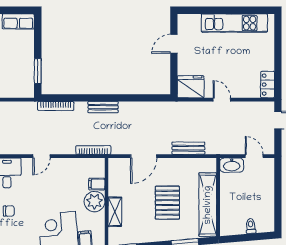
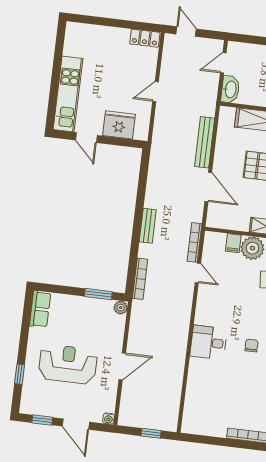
kitchen unit: (234, 23) -> (68, 94), moved
fridge: (191, 87) -> (119, 125), moved, turned 90
plant: (28, 92) -> (121, 308), added
bench: (188, 148) -> (205, 142), width x1.36
door: (41, 156) -> (198, 273), moved

